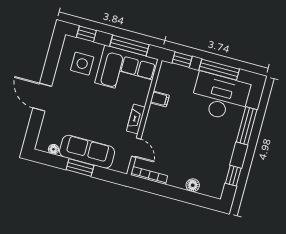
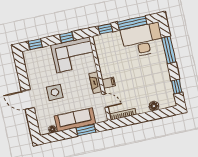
window: (129, 45) -> (67, 37), width x0.46
side table: (82, 64) -> (55, 92), moved
filing cabinet: (160, 99) -> (109, 83), moved
window: (80, 168) -> (86, 130), moved

